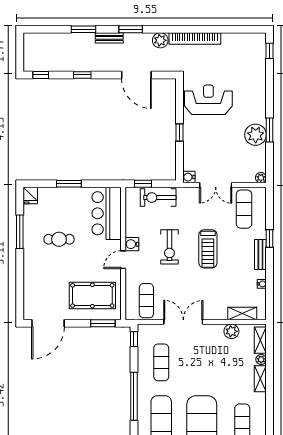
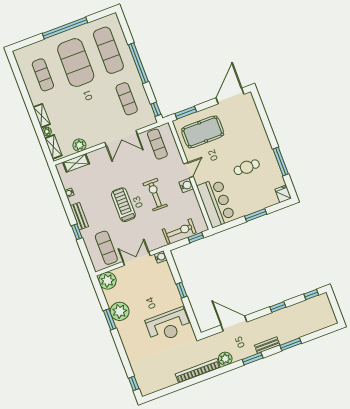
plant: (261, 178) -> (107, 281), width x1.87, depth x1.87

